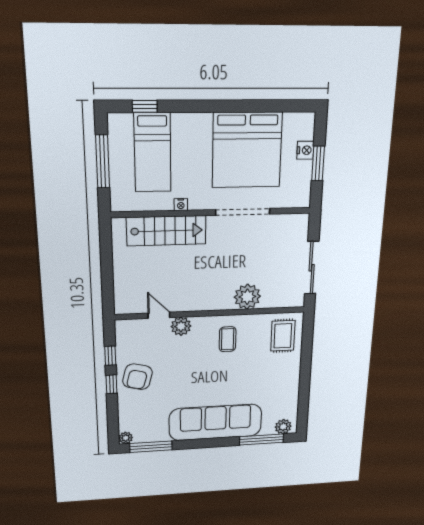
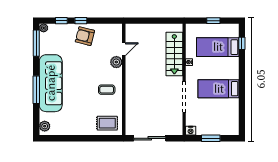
bed: (247, 150) -> (219, 89), width x0.49
nightstand: (305, 150) -> (191, 131), moved
window: (103, 161) -> (213, 21), width x0.46
plant: (247, 297) -> (133, 101), removed
window: (110, 356) -> (61, 21), moved
window: (262, 440) -> (36, 90), moved

